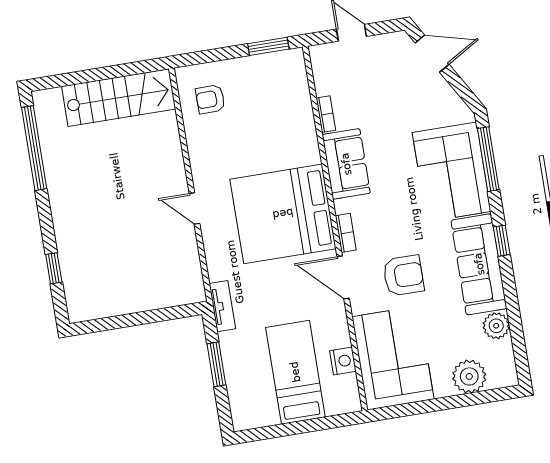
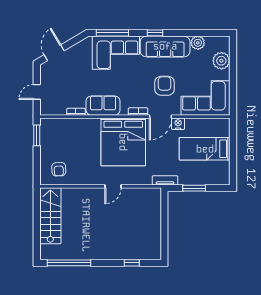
nightstand: (343, 361) -> (178, 124), moved

